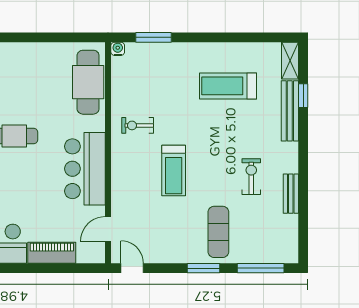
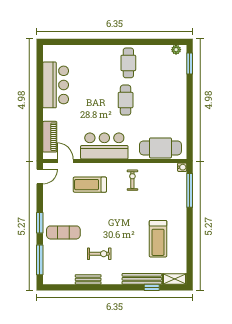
window: (153, 37) -> (190, 190), width x1.44
treadmill: (228, 86) -> (158, 239), turned 180
treadmill: (174, 171) -> (90, 185), moved
piano: (52, 253) -> (50, 137), moved

